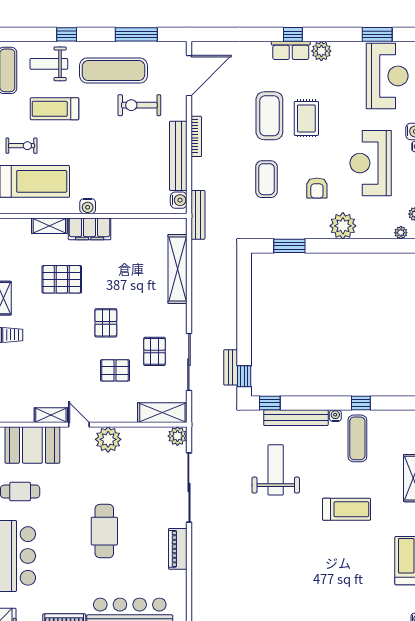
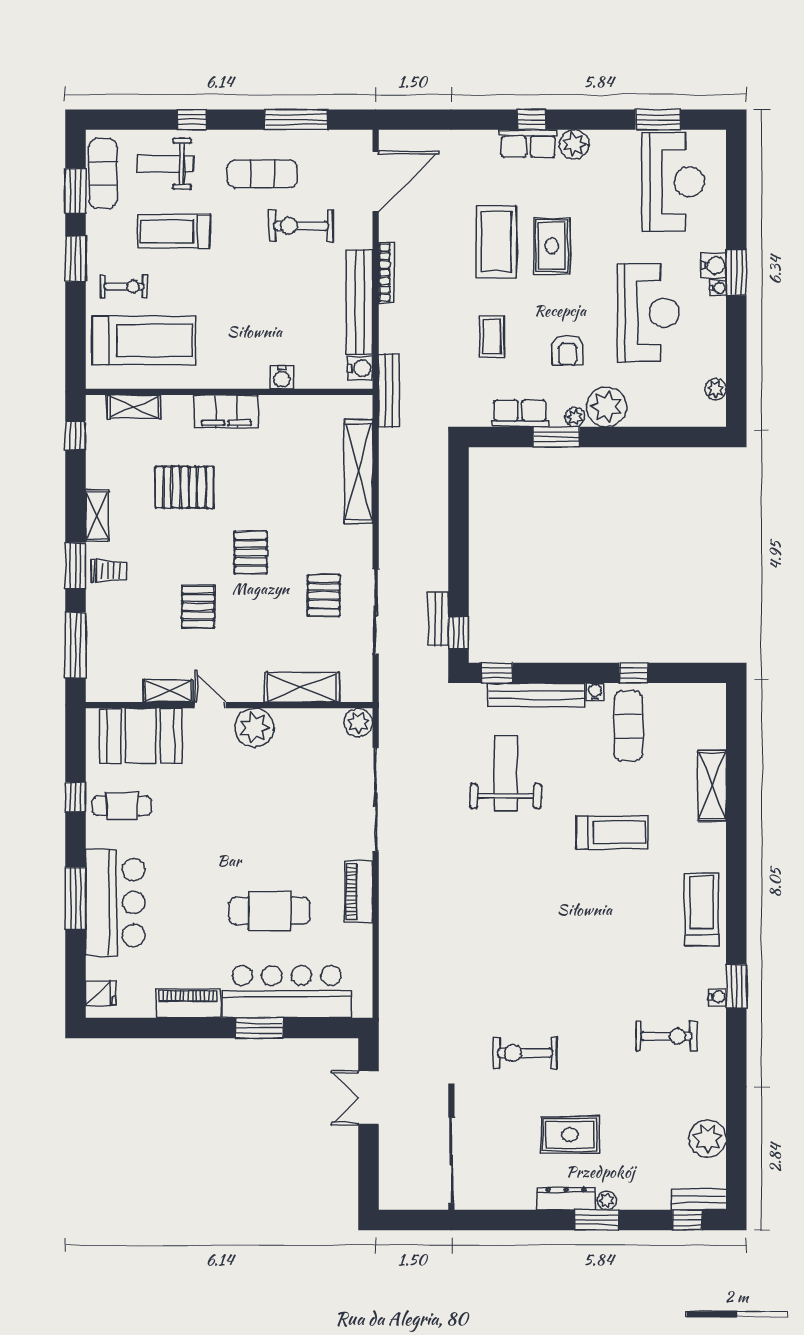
exercise mat: (113, 71) -> (262, 174), width x0.73, depth x0.69
reception desk: (371, 163) -> (648, 313), turned 180
coffee table: (266, 179) -> (492, 337), width x0.73, depth x0.77
water cooler: (88, 206) -> (282, 377), moved
shelving: (49, 226) -> (134, 407), moved
row of seats: (285, 230) -> (520, 413), added
plant: (401, 233) -> (575, 417), moved
window: (289, 246) -> (556, 437), moved
pallet: (115, 370) -> (198, 607), moved, turned 90
shelving: (162, 413) -> (302, 687), moved
cafe table: (104, 531) -> (270, 911), moved, turned 90

